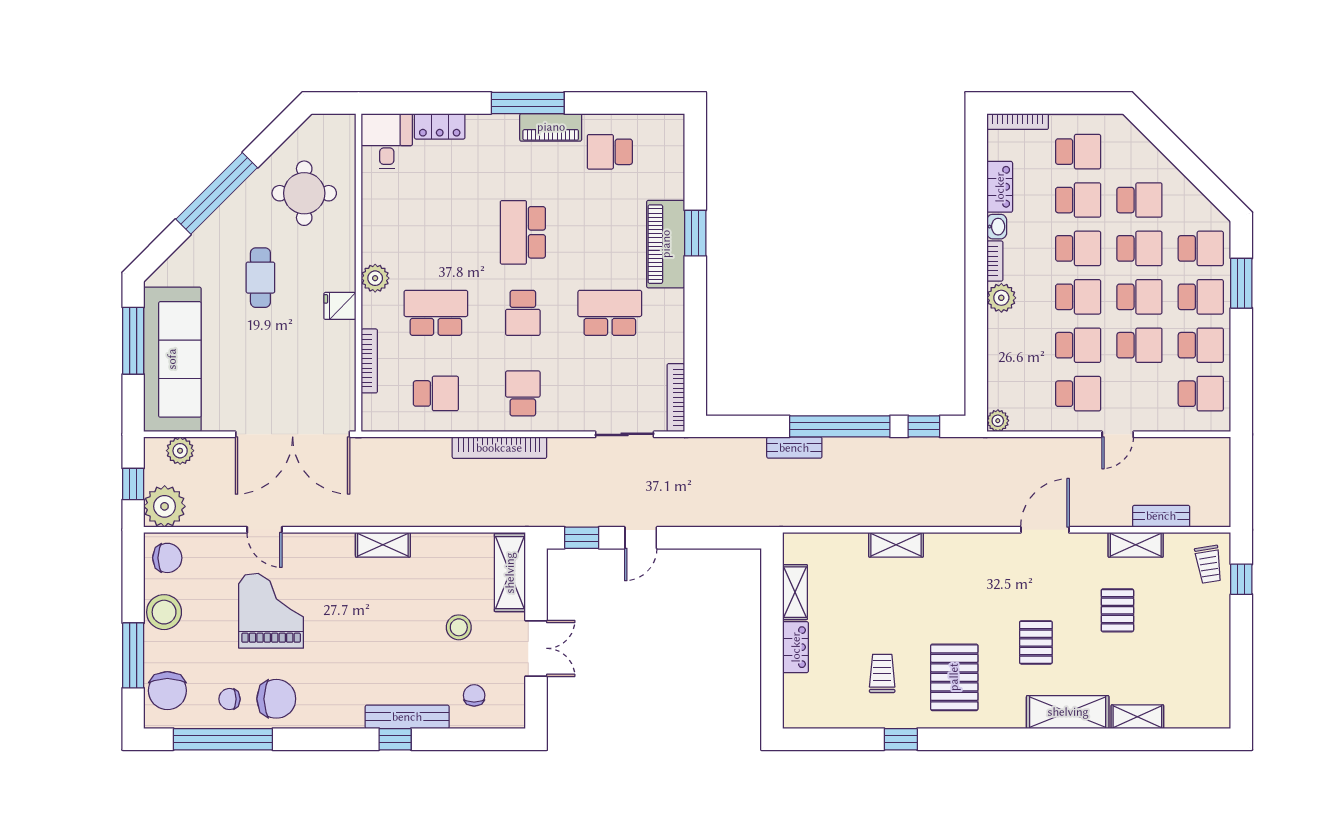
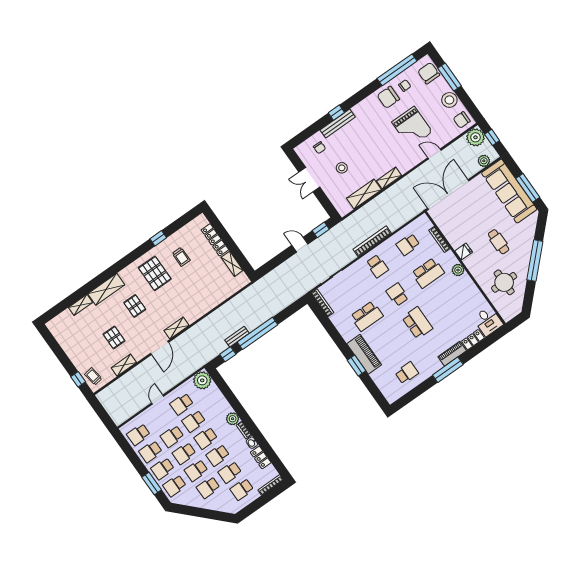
piano: (551, 127) -> (452, 354), moved
plant: (998, 421) -> (202, 380), width x1.87, depth x1.87
bench: (794, 448) -> (237, 337), moved
bench: (1161, 516) -> (122, 382), removed
door: (641, 538) -> (300, 245), hinge flipped
shelving: (896, 545) -> (177, 328), moved
shelving: (510, 573) -> (364, 194), moved, turned 90
locker: (796, 647) -> (215, 240), width x1.53

